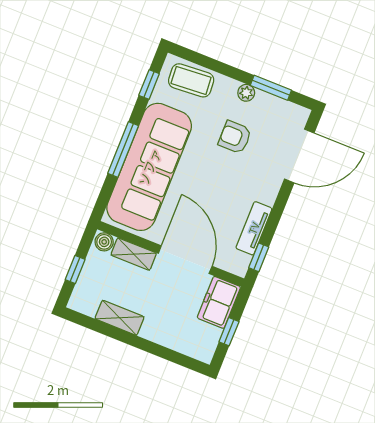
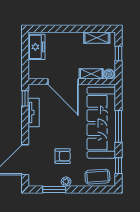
freezer: (219, 302) -> (37, 47), moved
shelving: (120, 318) -> (97, 38), moved
window: (229, 332) -> (25, 53), removed

